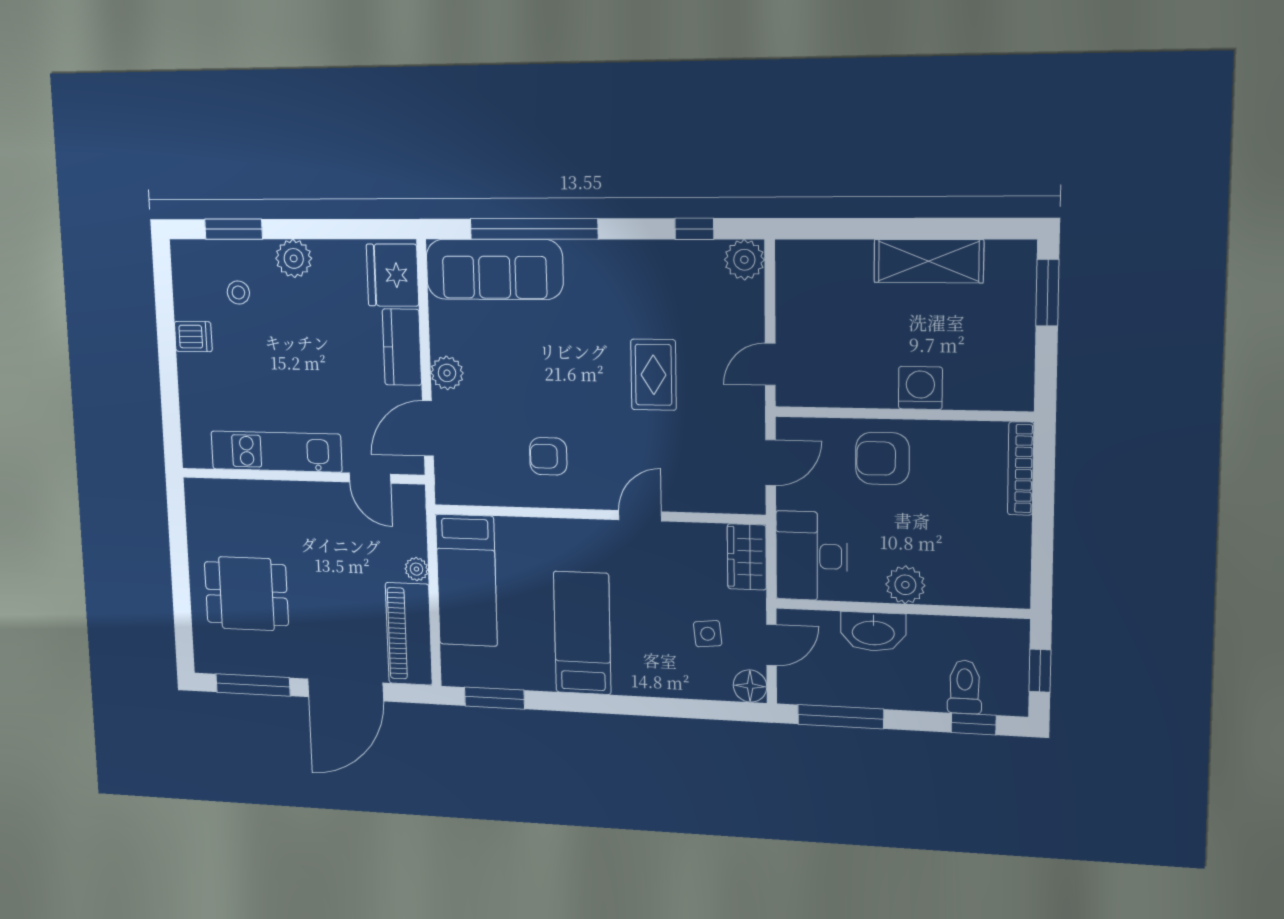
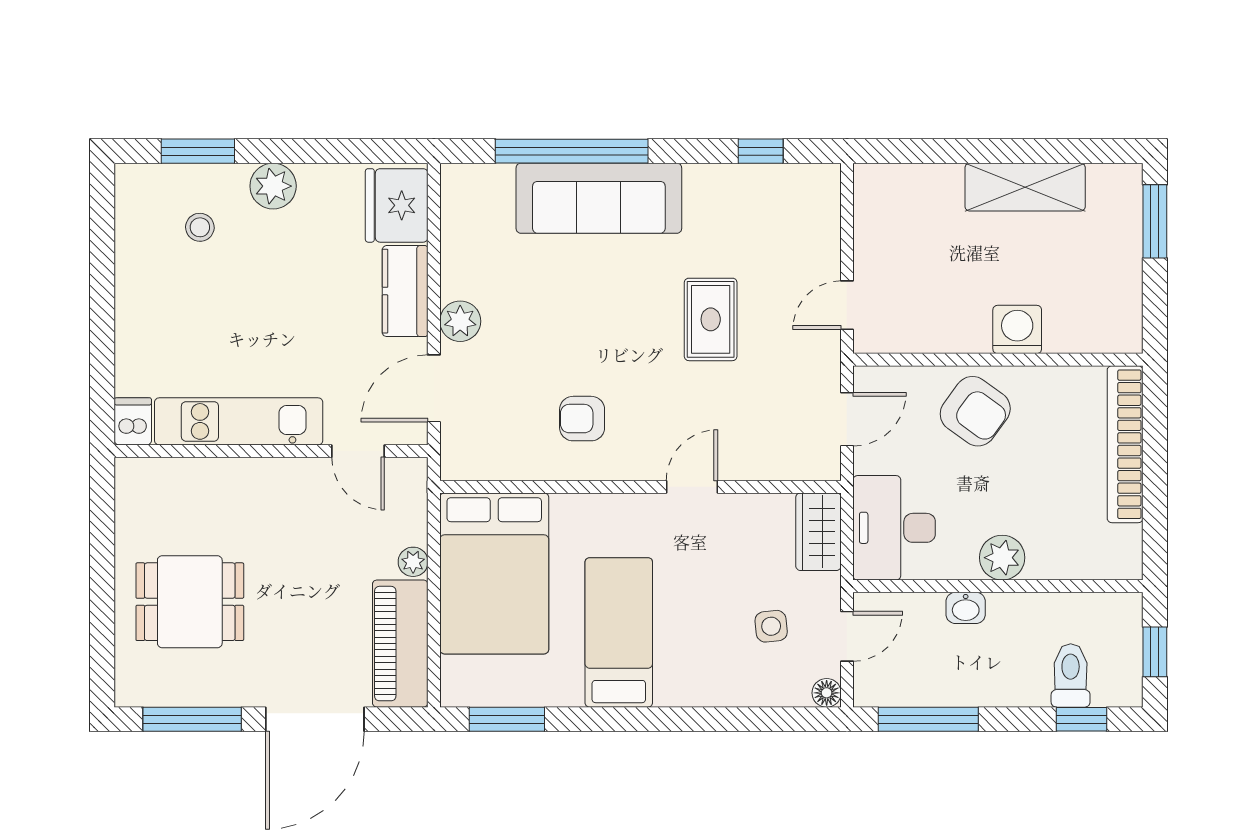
plant: (744, 260) -> (818, 186), removed
sofa: (494, 269) -> (599, 198), moved
dishwasher: (193, 337) -> (133, 421), moved, turned -90
armchair: (882, 459) -> (975, 411), turned -144
bookcase: (1021, 469) -> (1125, 444), width x1.48, depth x1.31
bed: (467, 580) -> (494, 573), width x1.50
washbasin: (873, 632) -> (966, 608), width x0.52, depth x0.69
floor lamp: (750, 686) -> (827, 693), width x0.73, depth x0.73

